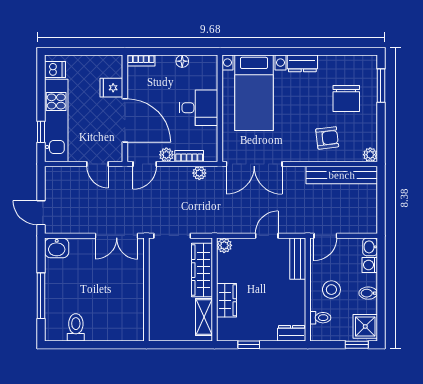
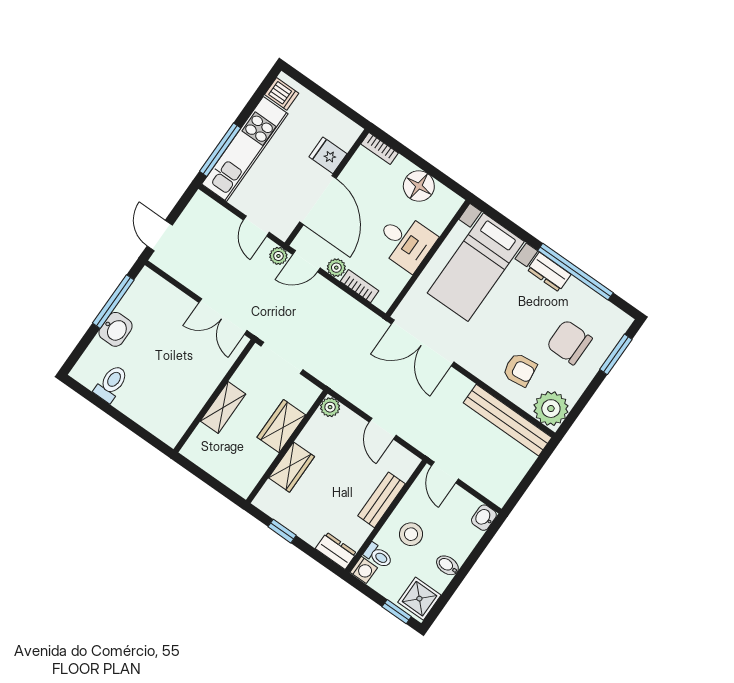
window: (319, 51) -> (575, 272), added
floor lamp: (182, 61) -> (419, 186), width x1.89, depth x1.89
chair: (346, 99) -> (569, 342), turned 90
window: (41, 132) -> (220, 150), width x2.17
plant: (370, 155) -> (551, 409), width x1.88, depth x1.88
plant: (199, 173) -> (278, 256), moved
door: (267, 236) -> (383, 429), swing flipped
door: (325, 236) -> (445, 472), hinge flipped
washbasin: (57, 248) -> (115, 329), moved, turned -90
bench: (298, 259) -> (382, 500), moved
washing machine: (370, 265) -> (364, 570), moved, turned 180
wardrobe: (202, 270) -> (281, 426), width x0.67
window: (41, 296) -> (113, 302), moved
shelving: (204, 317) -> (223, 407), moved

